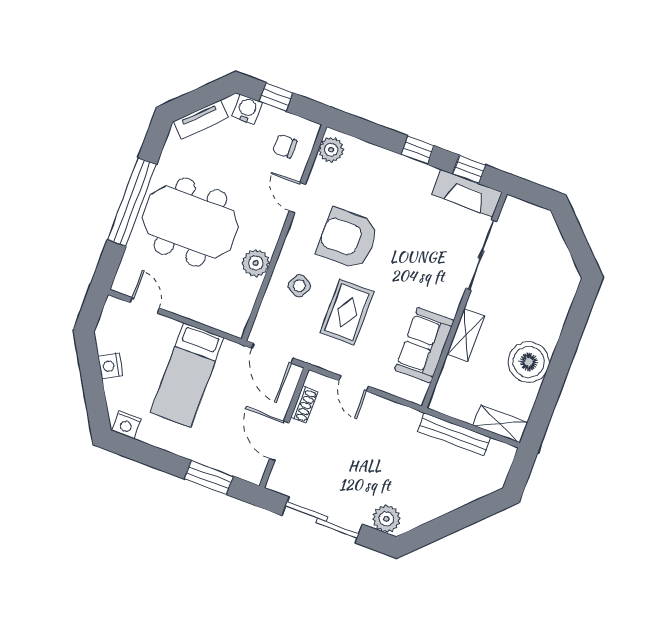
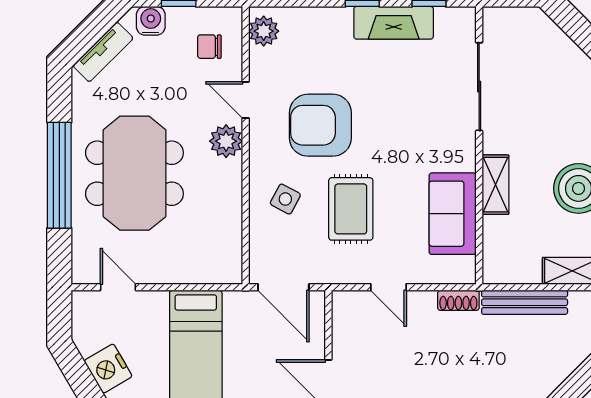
fireplace: (467, 193) -> (394, 23), moved
meeting table: (190, 222) -> (134, 173), turned 90
plant: (256, 263) -> (226, 141), moved
nightstand: (110, 366) -> (108, 369), width x1.36, depth x1.33
shoe rack: (304, 405) -> (458, 300), moved, turned 90

